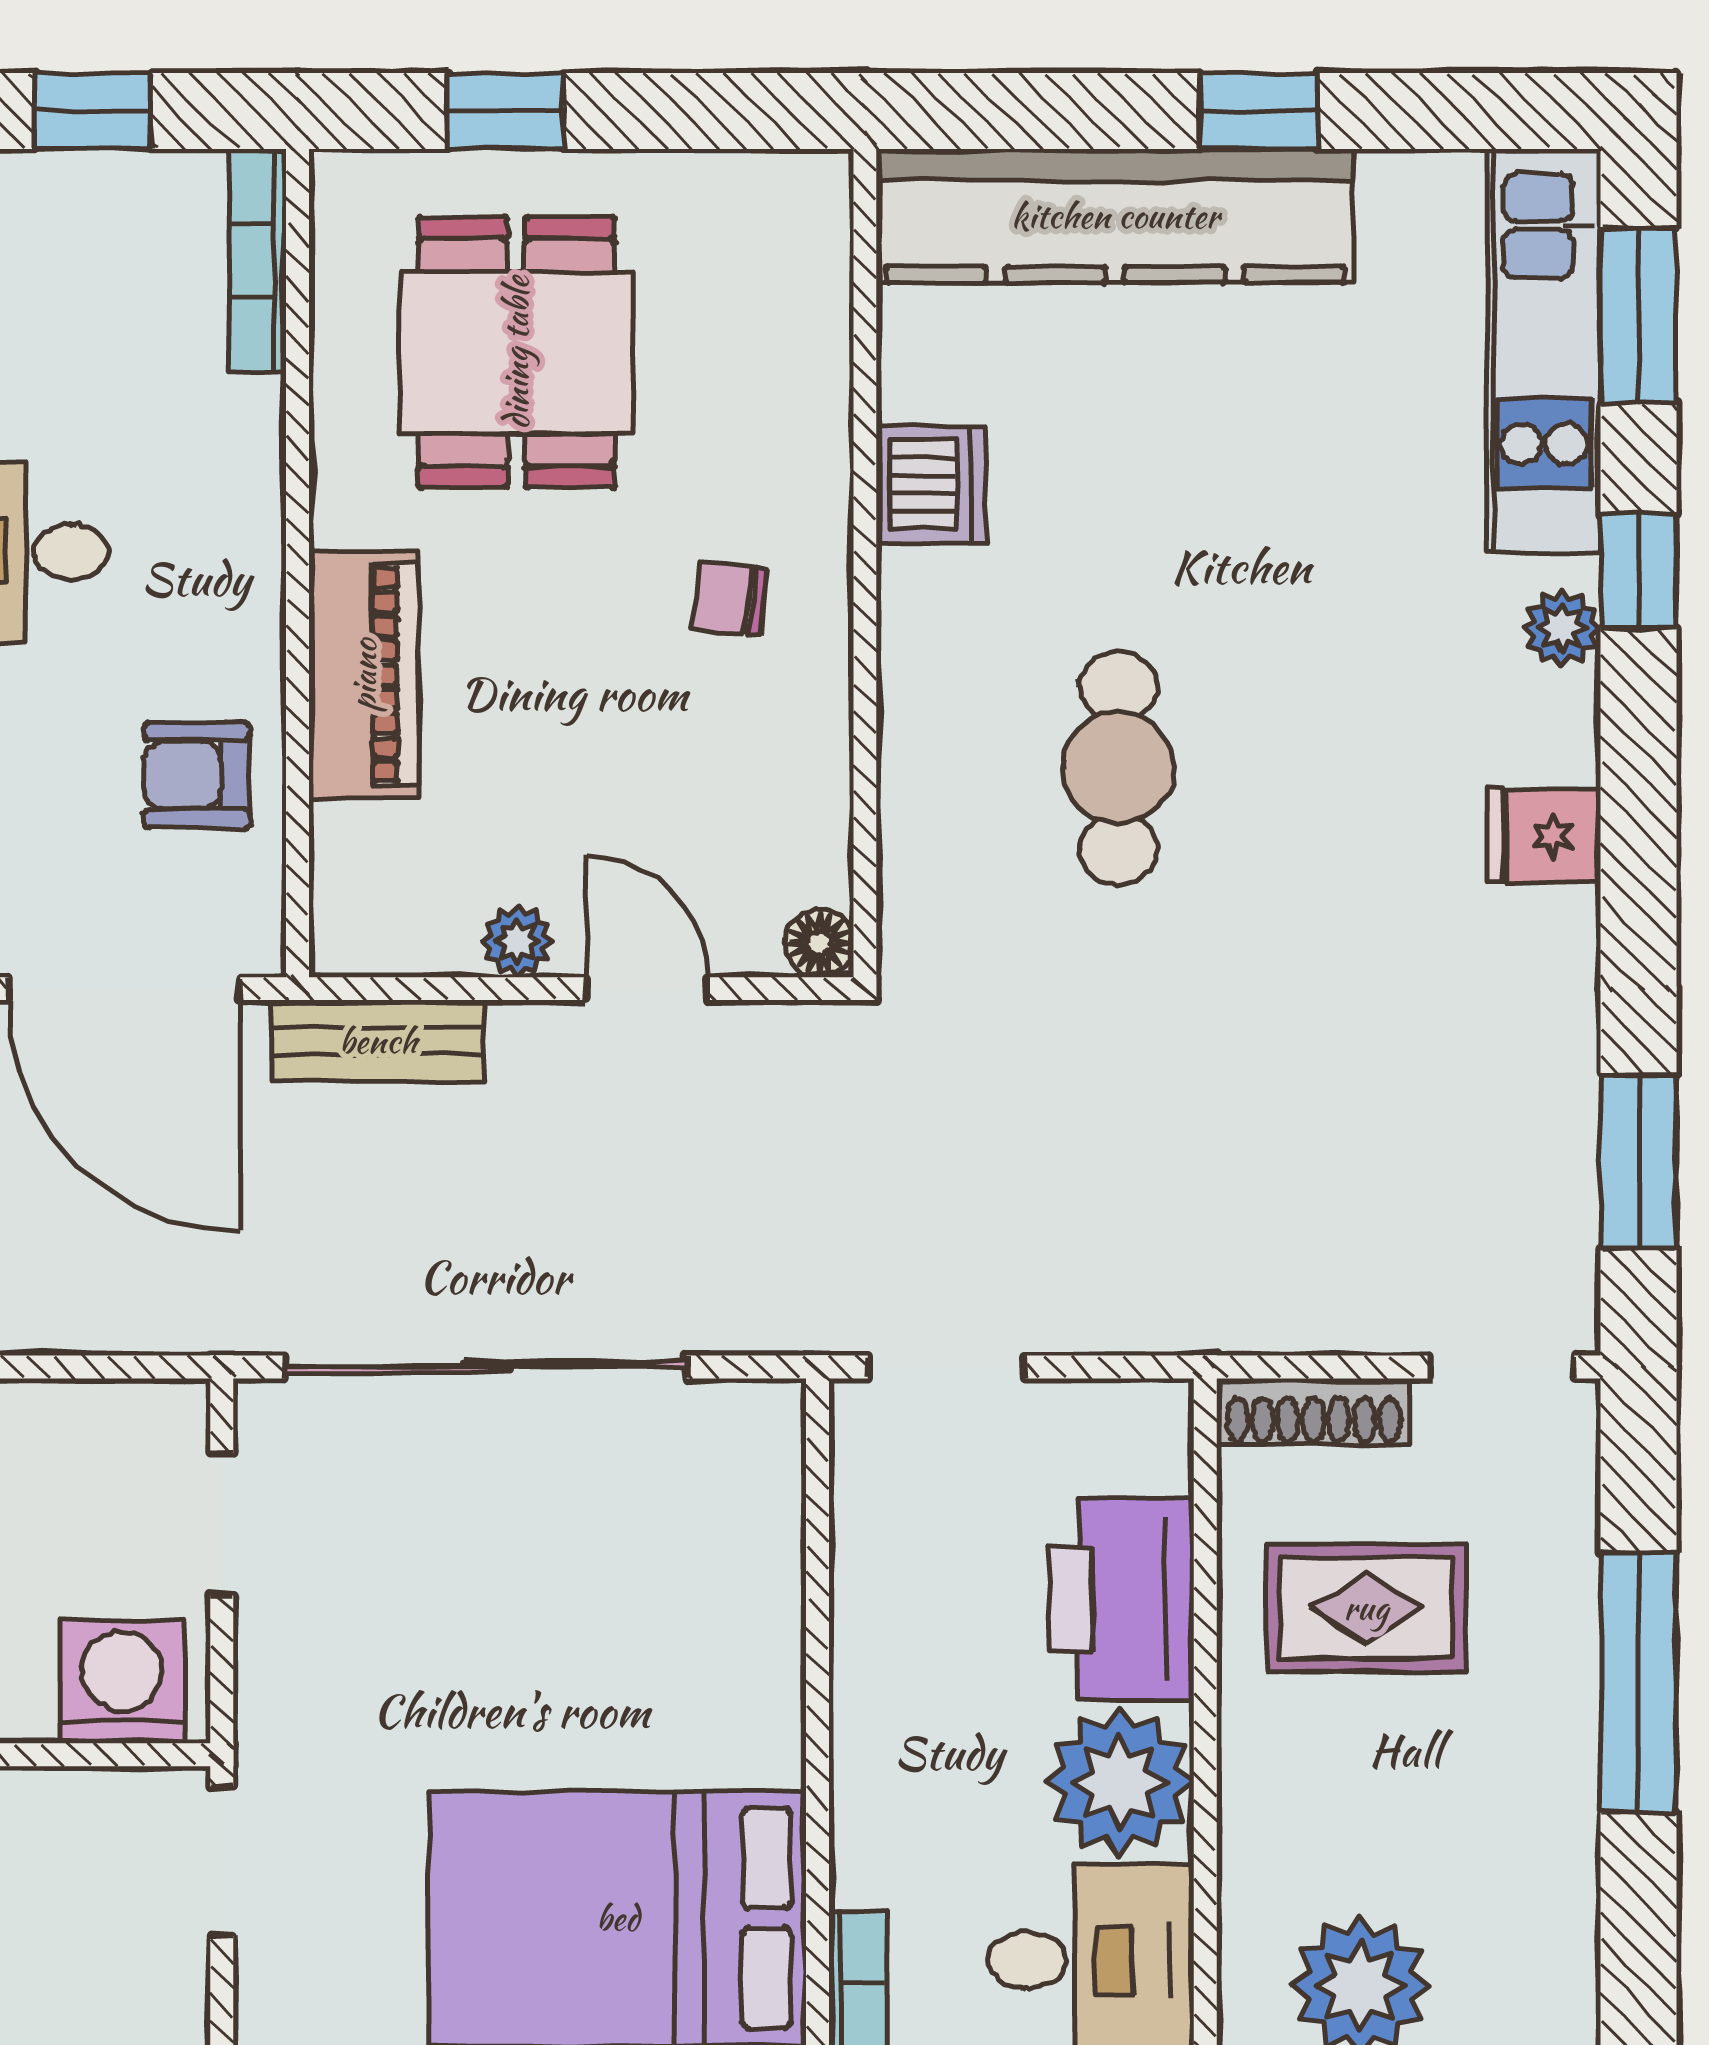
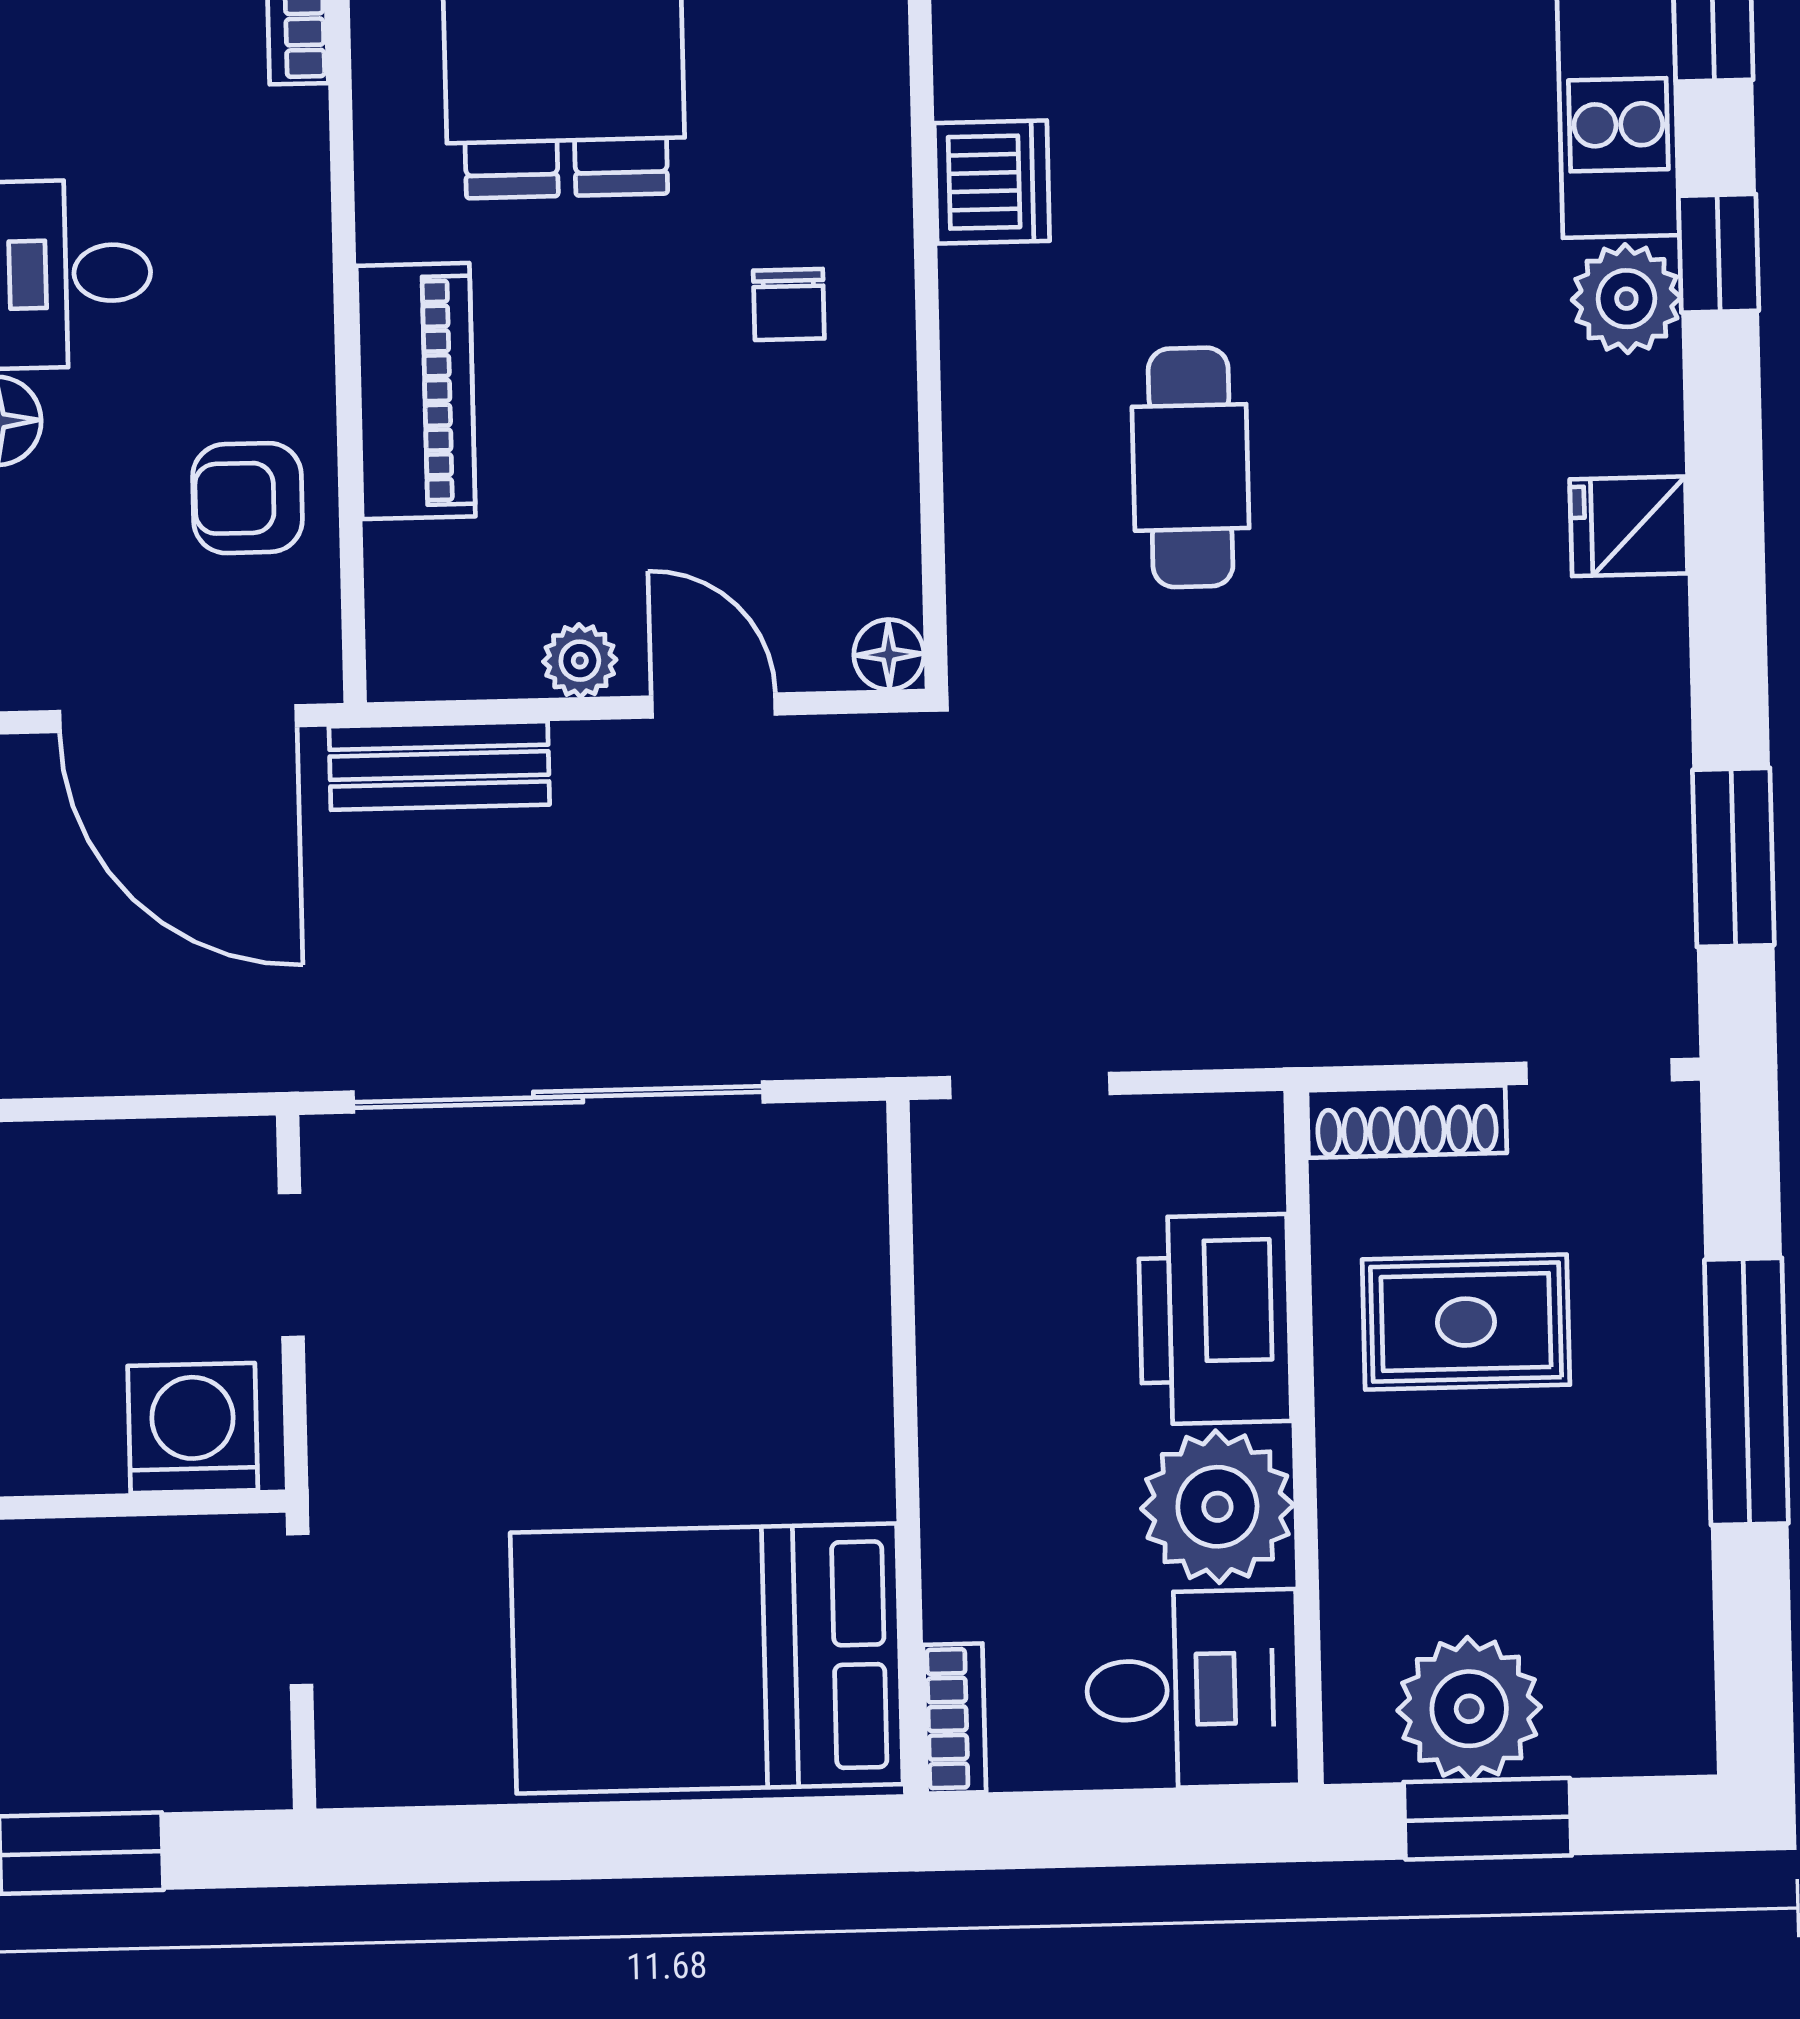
chair: (730, 599) -> (789, 304), turned -97
plant: (1562, 628) -> (1626, 299), width x1.38, depth x1.38

